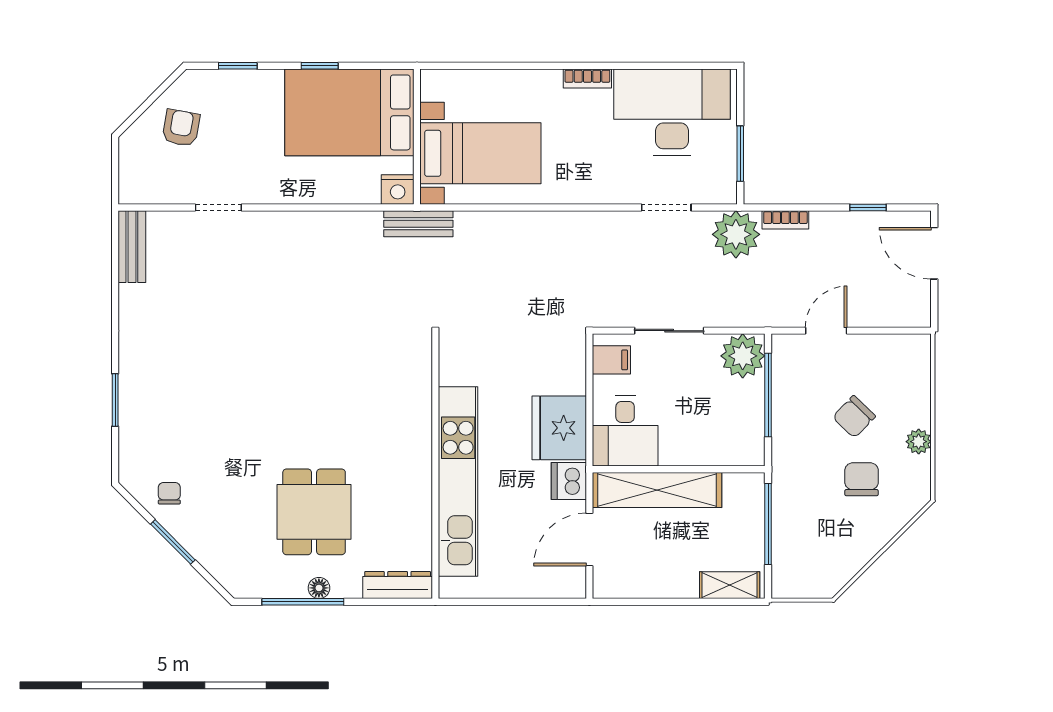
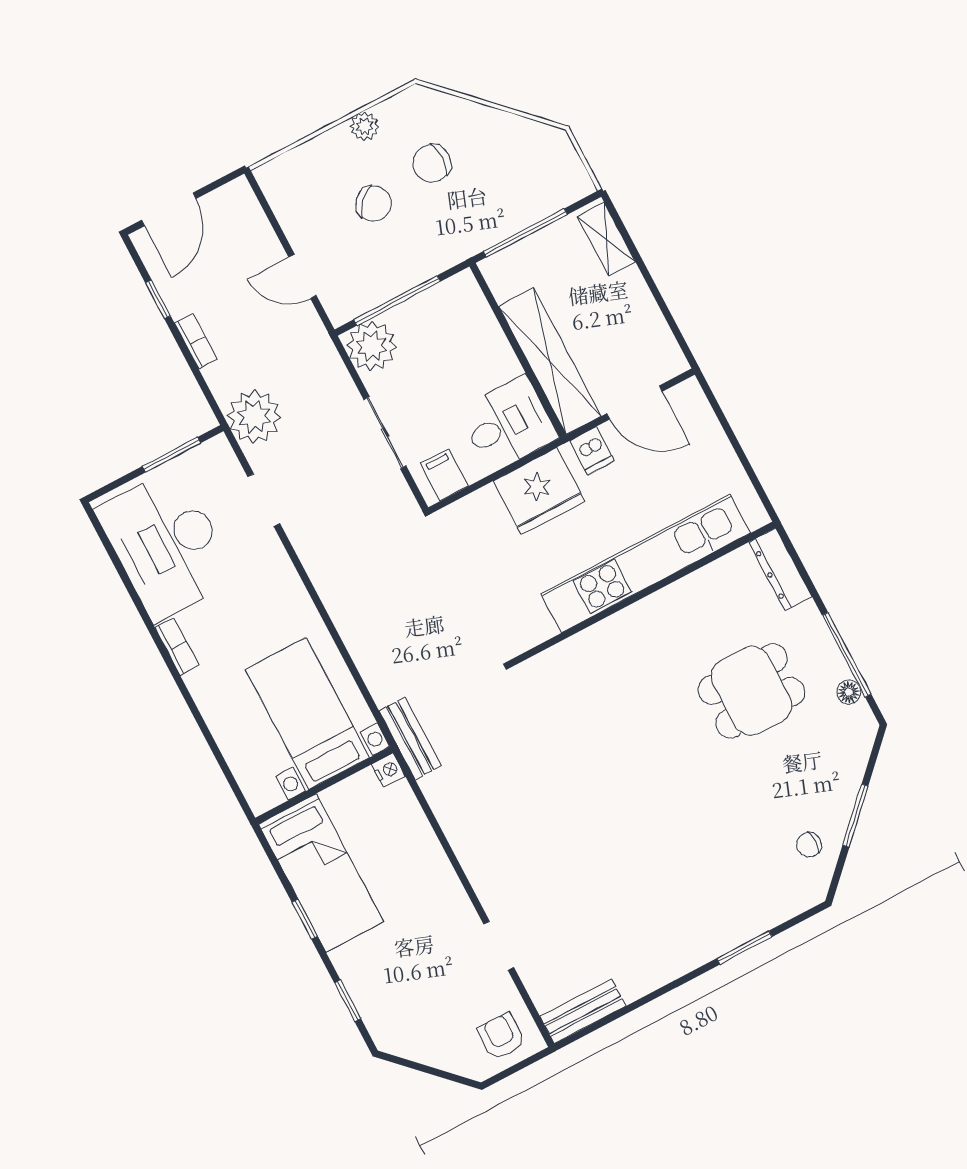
bed: (349, 112) -> (321, 873), width x0.67
armchair: (181, 128) -> (501, 1036), moved, turned 80
nightstand: (398, 189) -> (388, 770), width x0.72, depth x0.74
bookcase: (785, 220) -> (196, 341), moved
dishwasher: (569, 481) -> (592, 451), width x0.73
floor lamp: (319, 588) -> (849, 692), moved

